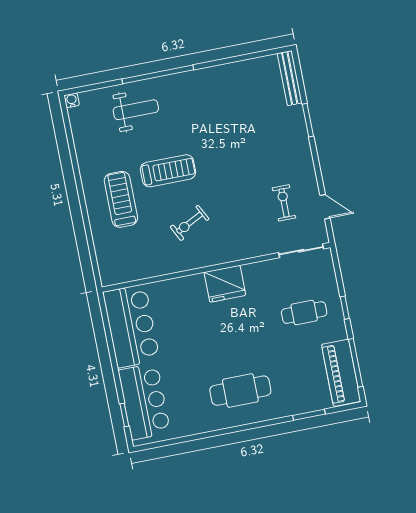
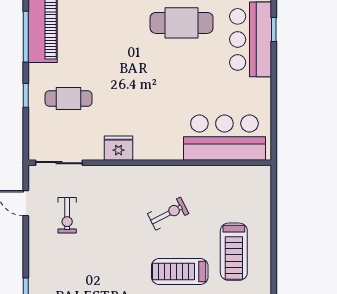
fridge: (225, 284) -> (119, 148), moved, width x0.73, depth x0.75
bar counter: (131, 326) -> (224, 138), moved, turned 90
cafe table: (240, 391) -> (182, 23), moved

